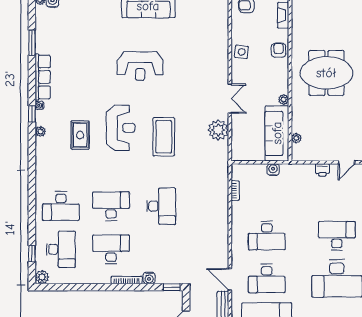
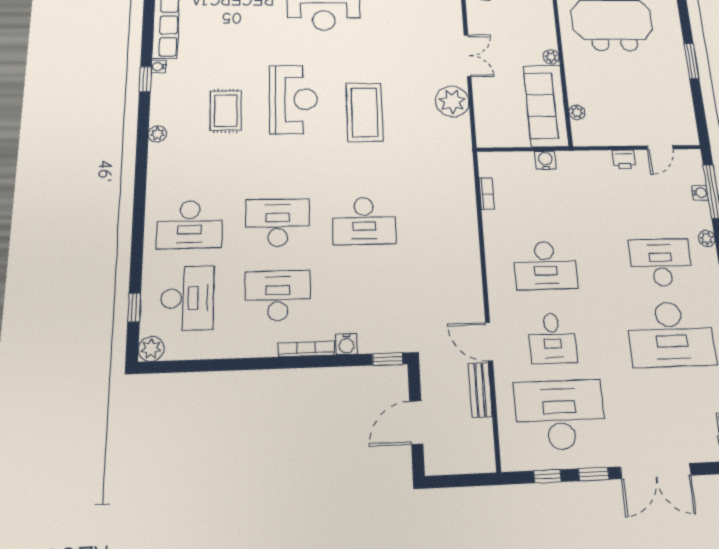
plant: (40, 131) -> (157, 134), moved
desk: (161, 206) -> (364, 221), turned 90
desk: (267, 279) -> (552, 338), width x0.73

